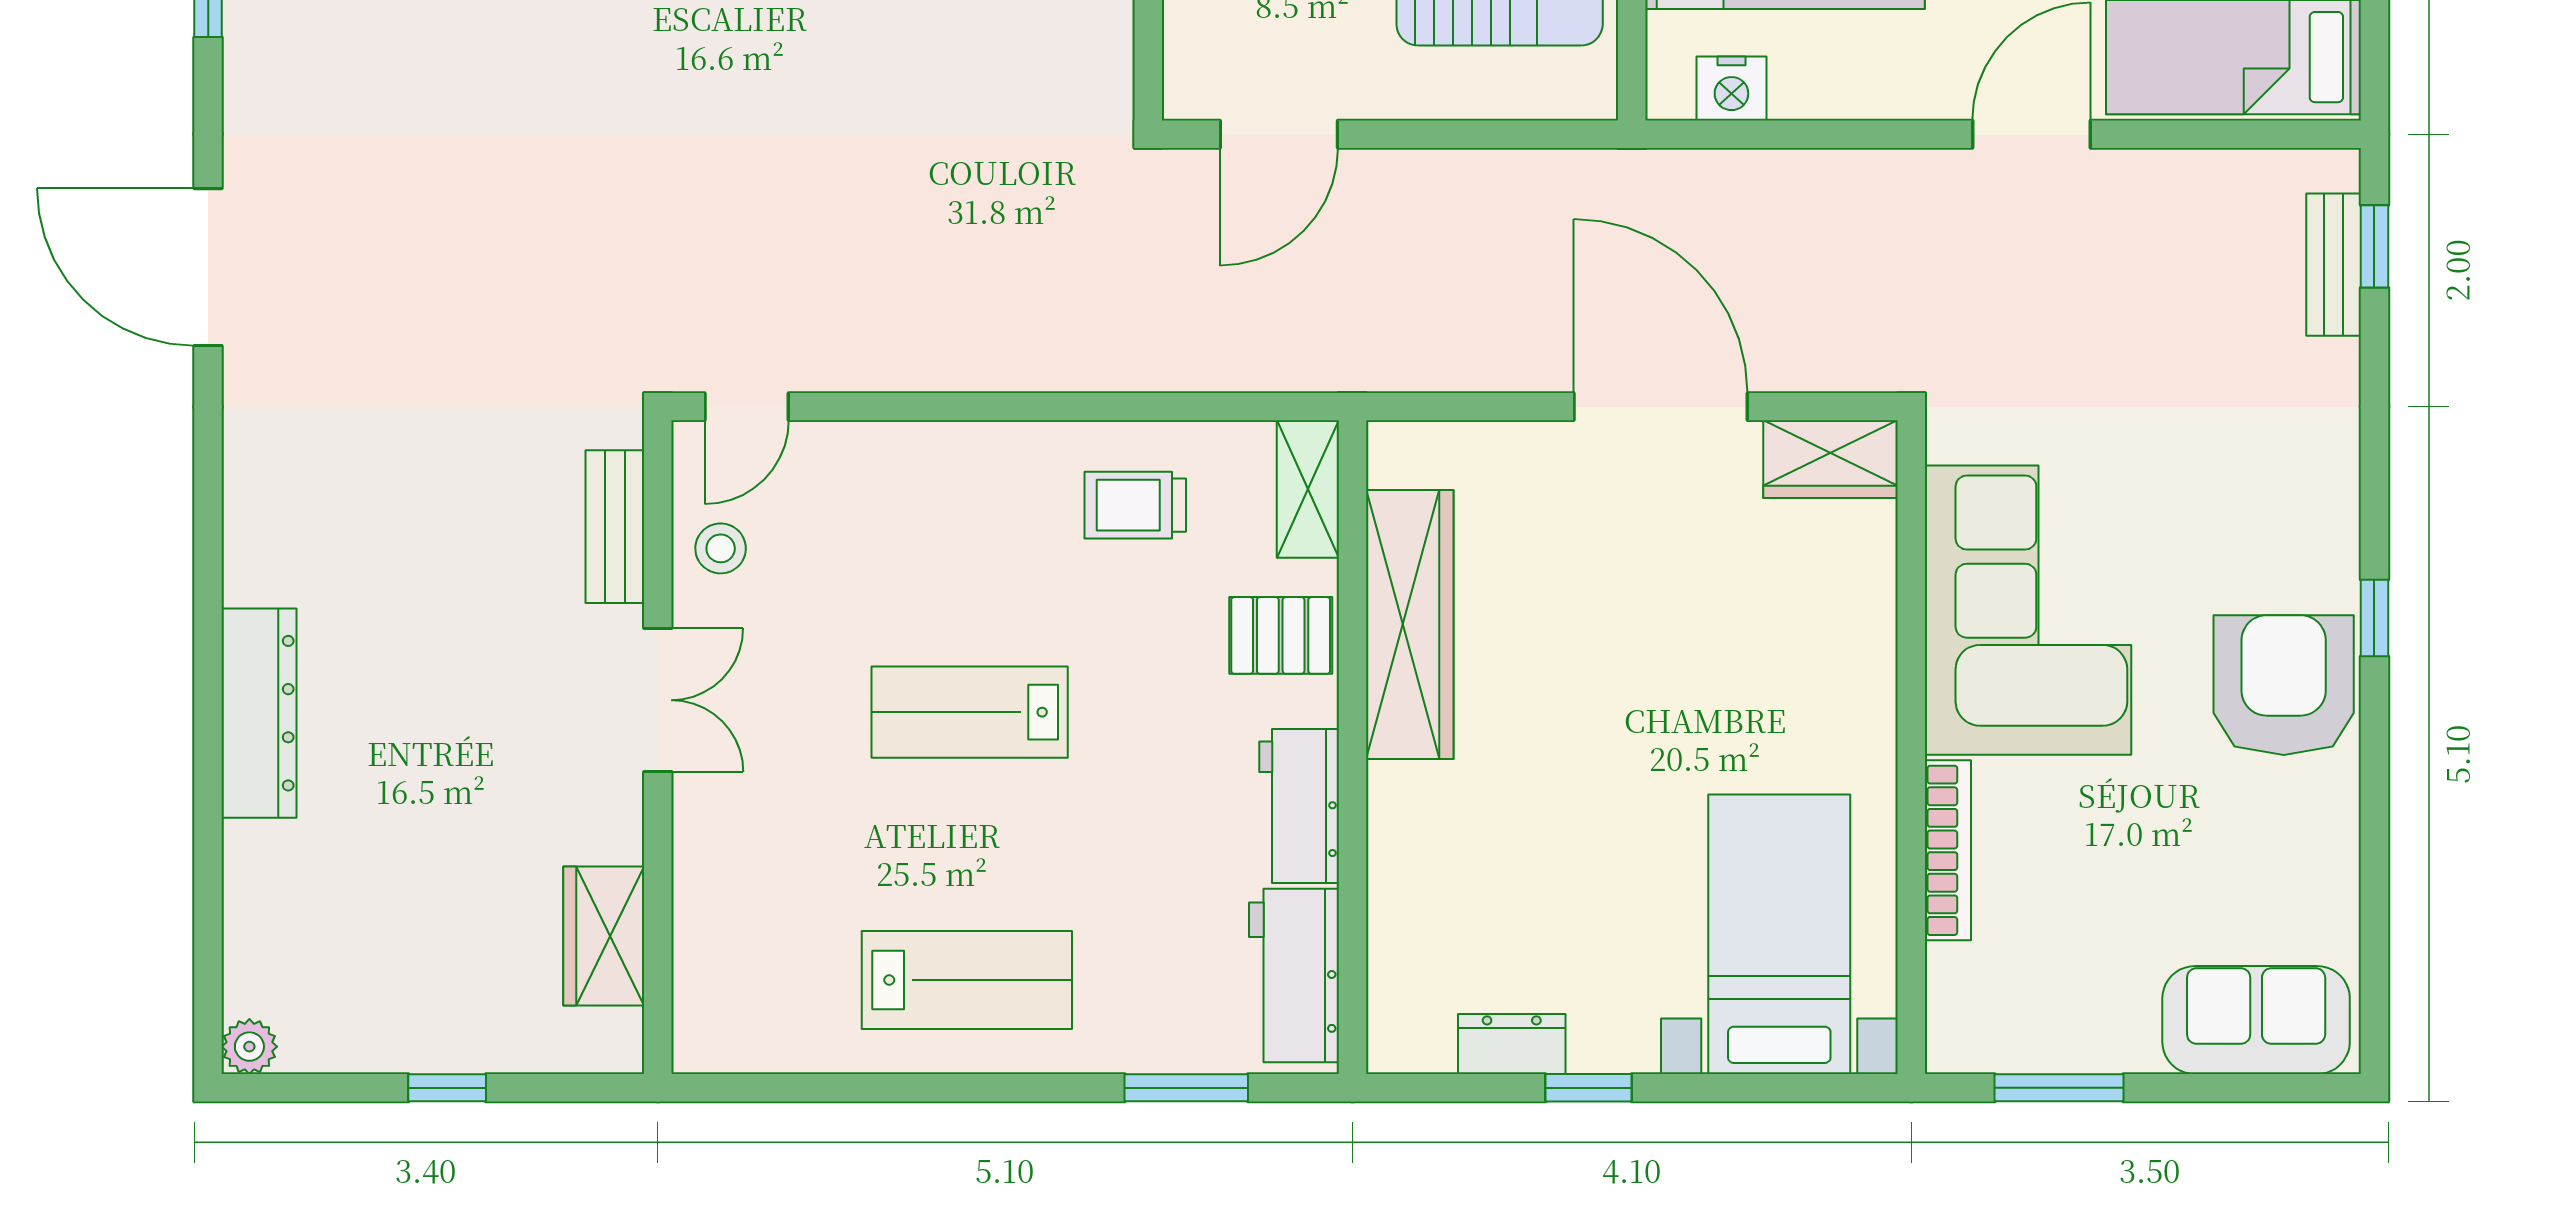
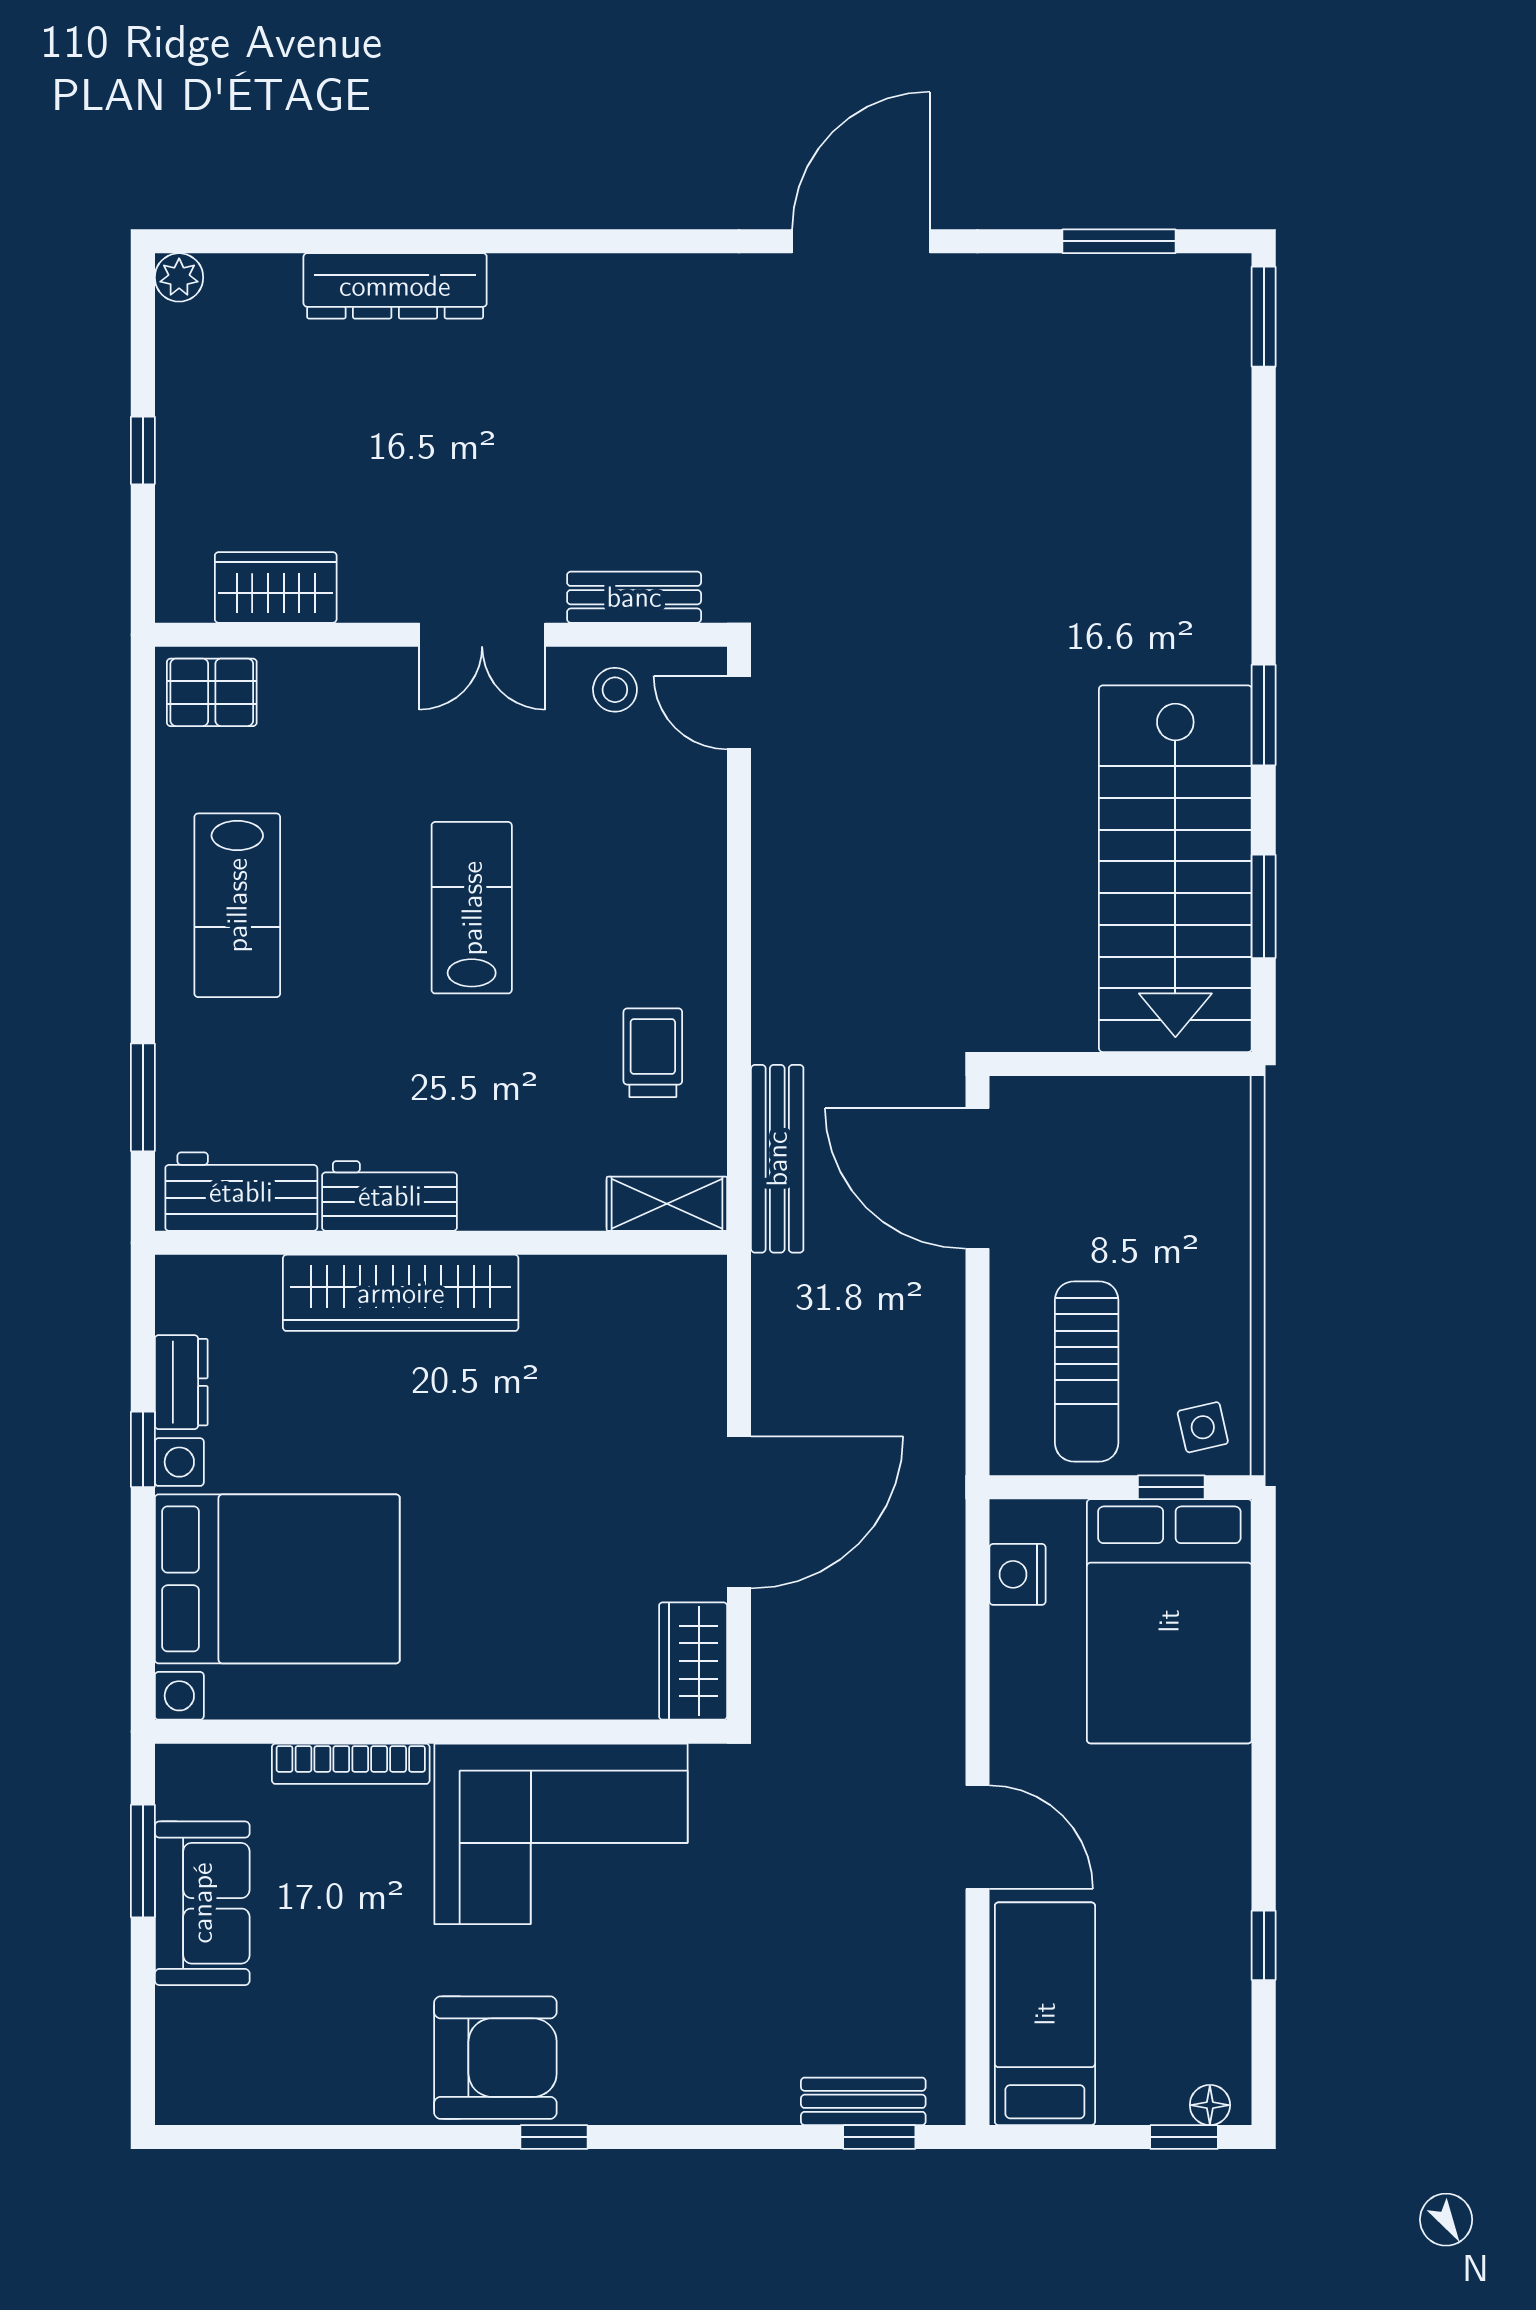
door: (1279, 134) -> (978, 1178), width x1.36
bench: (1256, 363) -> (777, 1159), added
wardrobe: (1410, 625) -> (401, 1293), moved
pallet: (1281, 635) -> (212, 692), moved, turned 90
dresser: (259, 713) -> (395, 286), moved
bed with nightstands: (1779, 934) -> (277, 1579), width x1.36
sofa: (2256, 1020) -> (202, 1903), moved

